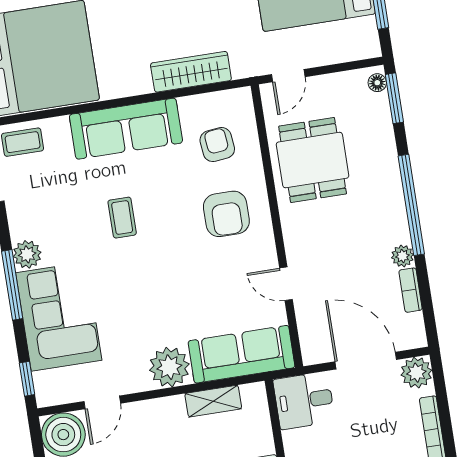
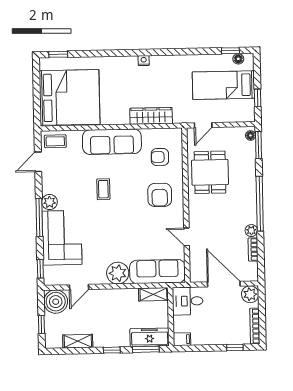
armchair: (217, 145) -> (160, 157), turned -84
shelving: (213, 401) -> (153, 294), moved

